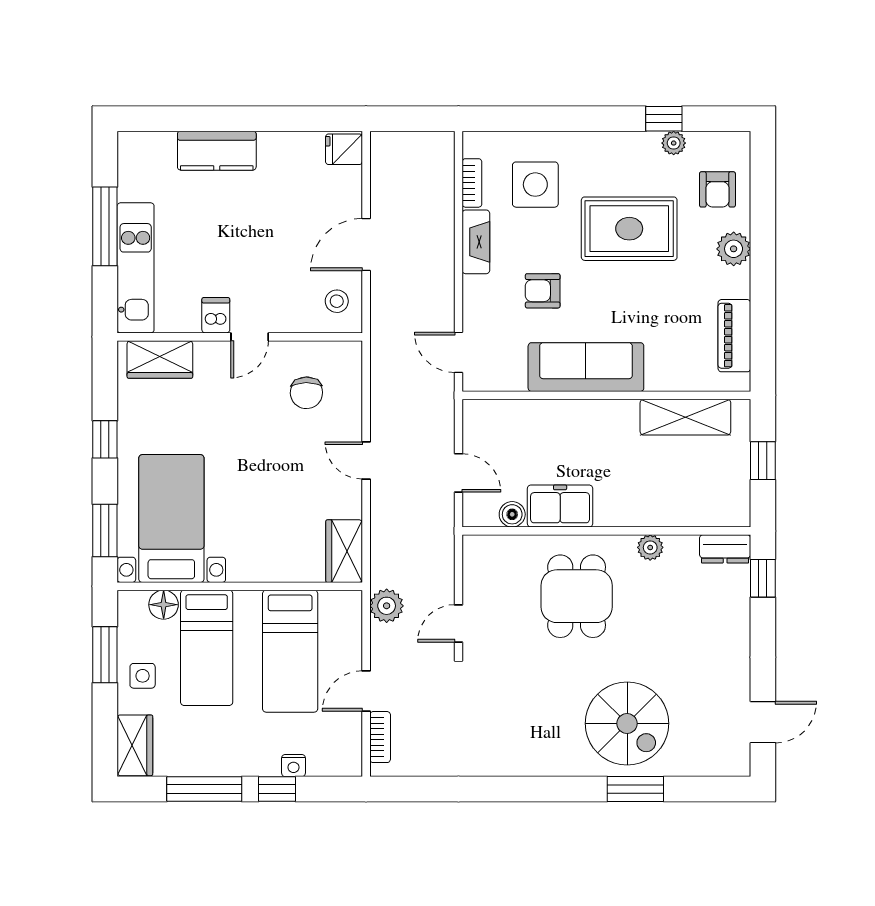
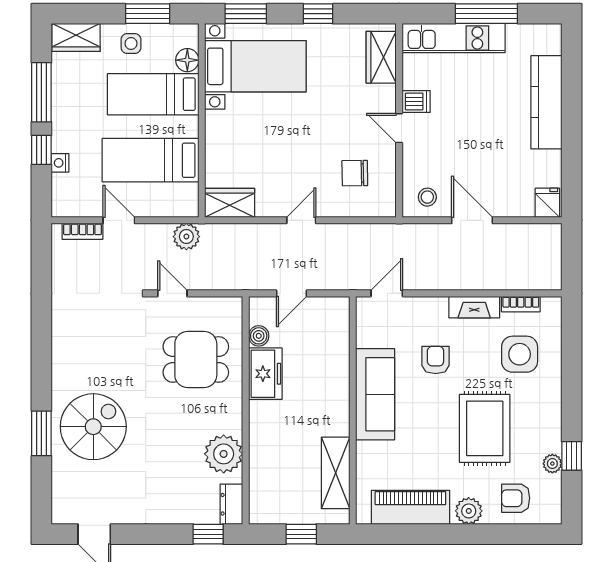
kitchen counter: (217, 151) -> (546, 102), width x1.50
piano: (734, 336) -> (410, 507), width x1.37, depth x1.33
plant: (650, 547) -> (224, 454), width x1.87, depth x1.87
dining table: (577, 596) -> (196, 359), moved
spiral stairs: (627, 723) -> (93, 427), turned 180

